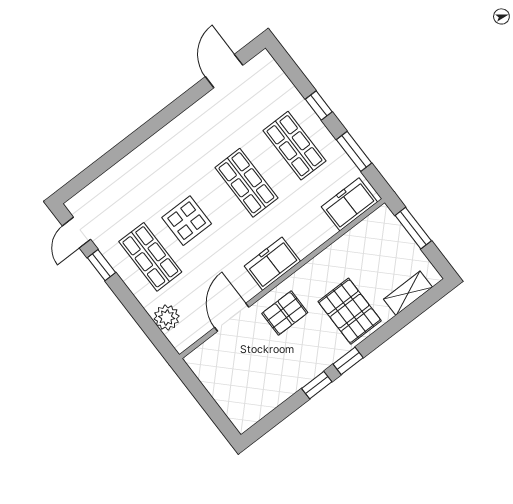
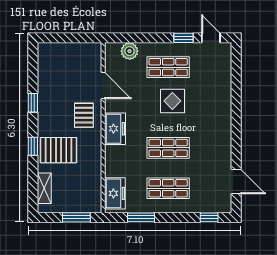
window: (319, 105) -> (209, 217), moved
window: (348, 361) -> (33, 146), moved

